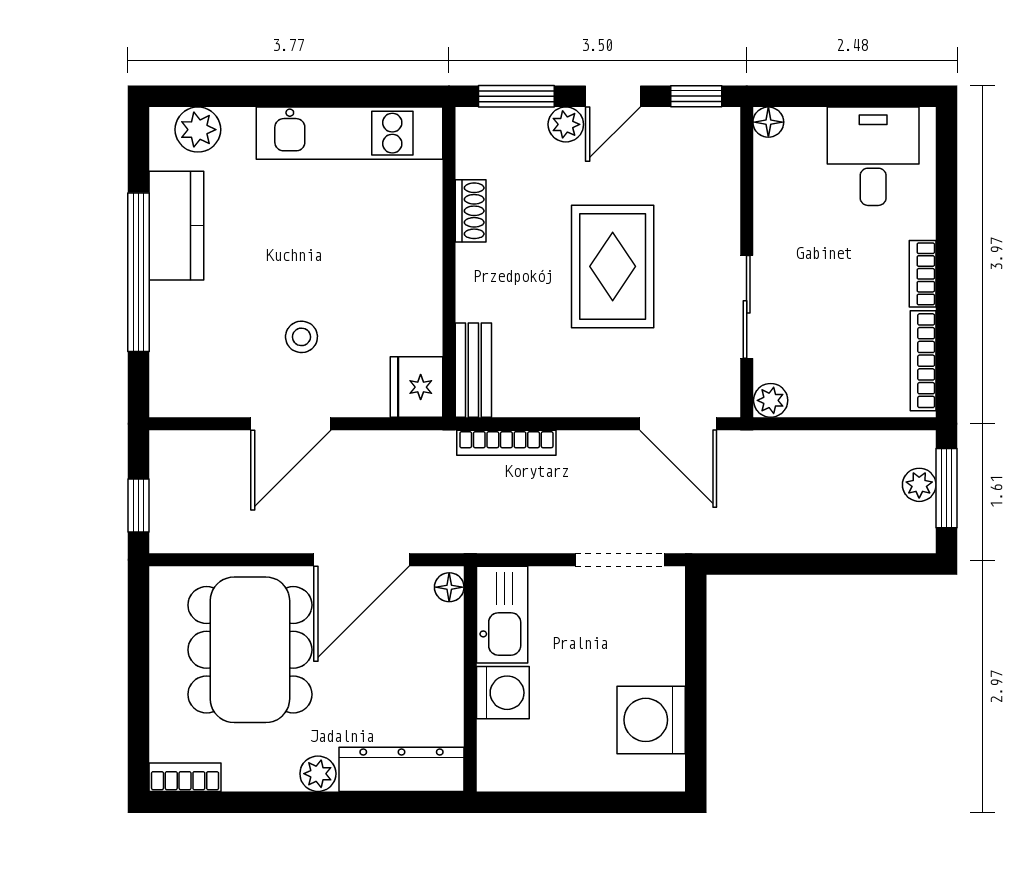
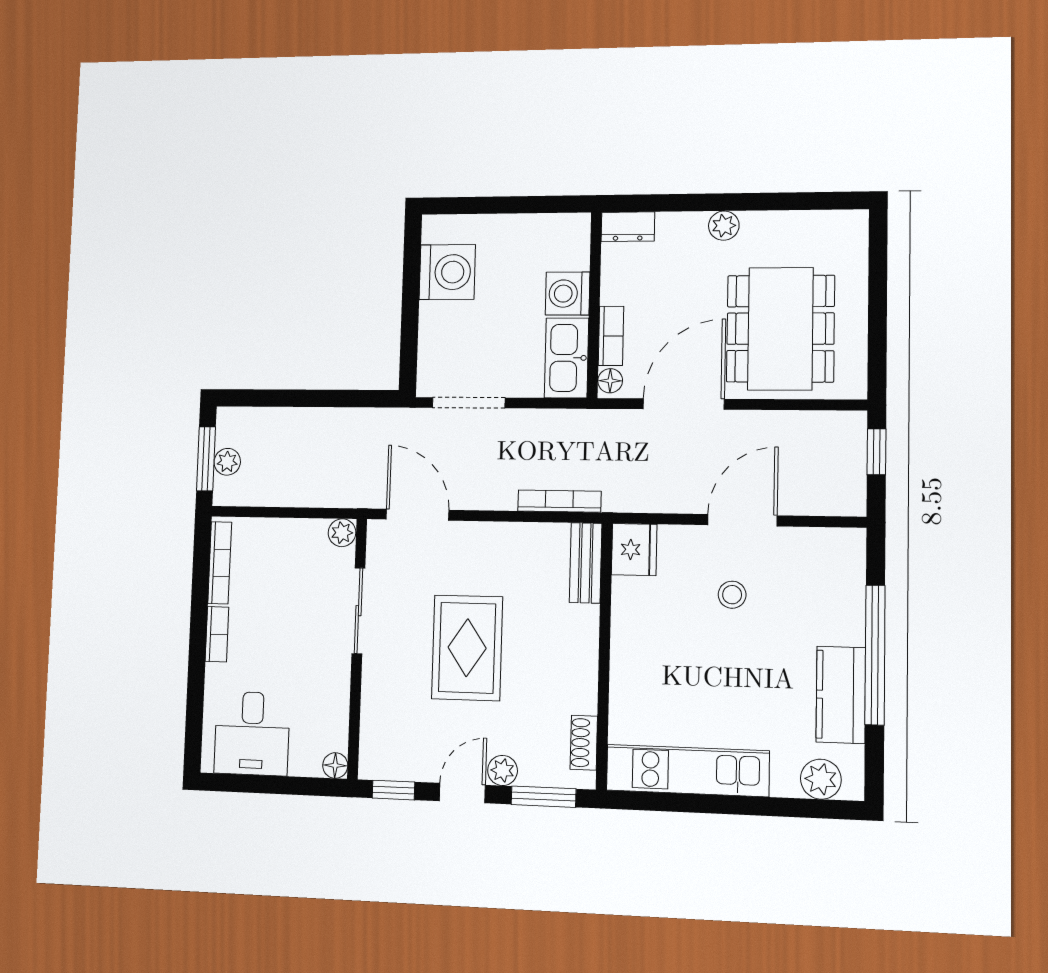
shoe rack: (471, 211) -> (584, 743), moved
dresser: (402, 769) -> (628, 227), width x0.51, depth x0.80
bookcase: (185, 777) -> (611, 336), moved, turned -90

